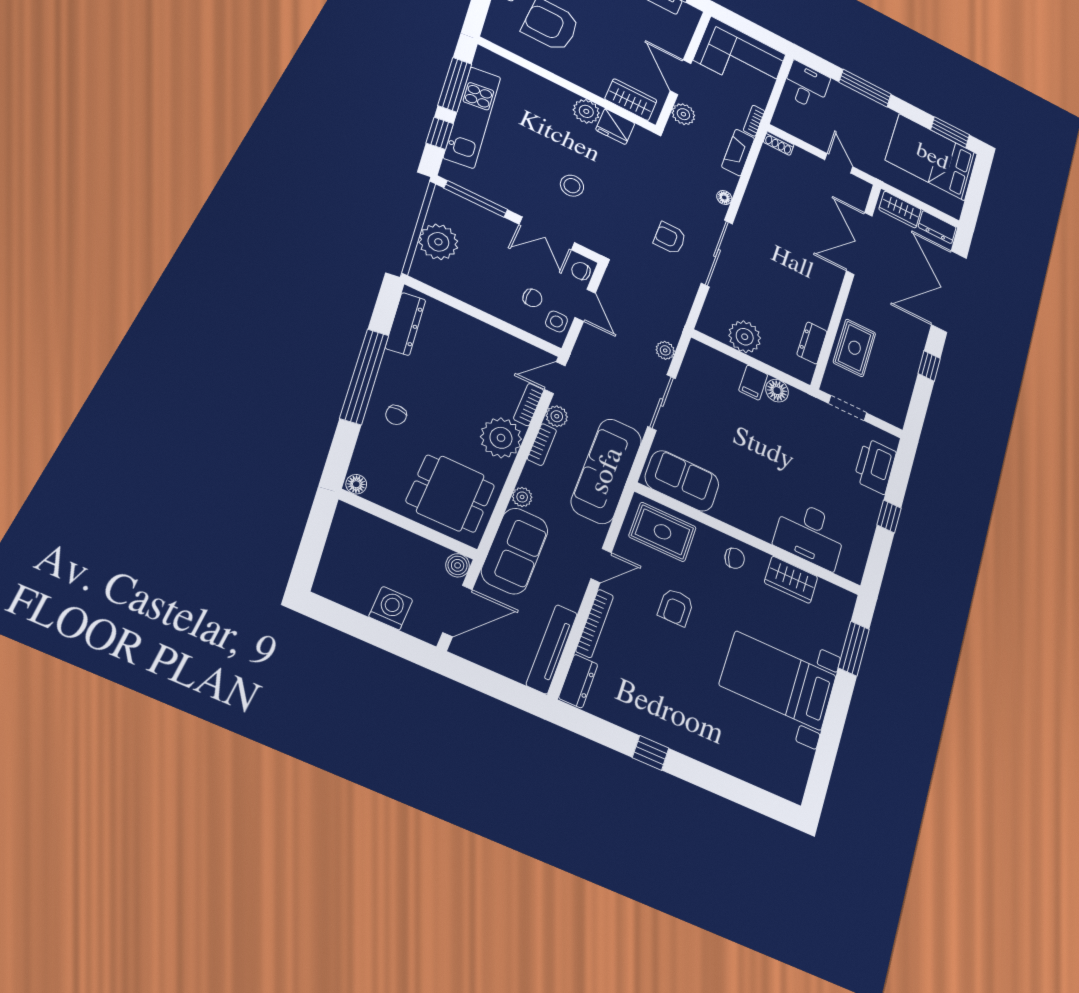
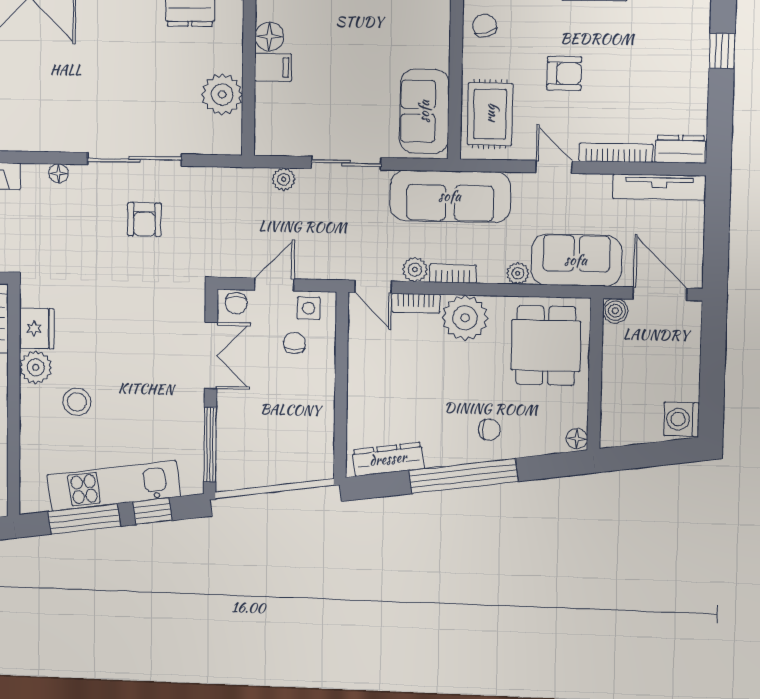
stool: (572, 186) -> (77, 402), moved
plant: (438, 242) -> (280, 463), removed
washing machine: (391, 608) -> (681, 419), moved

